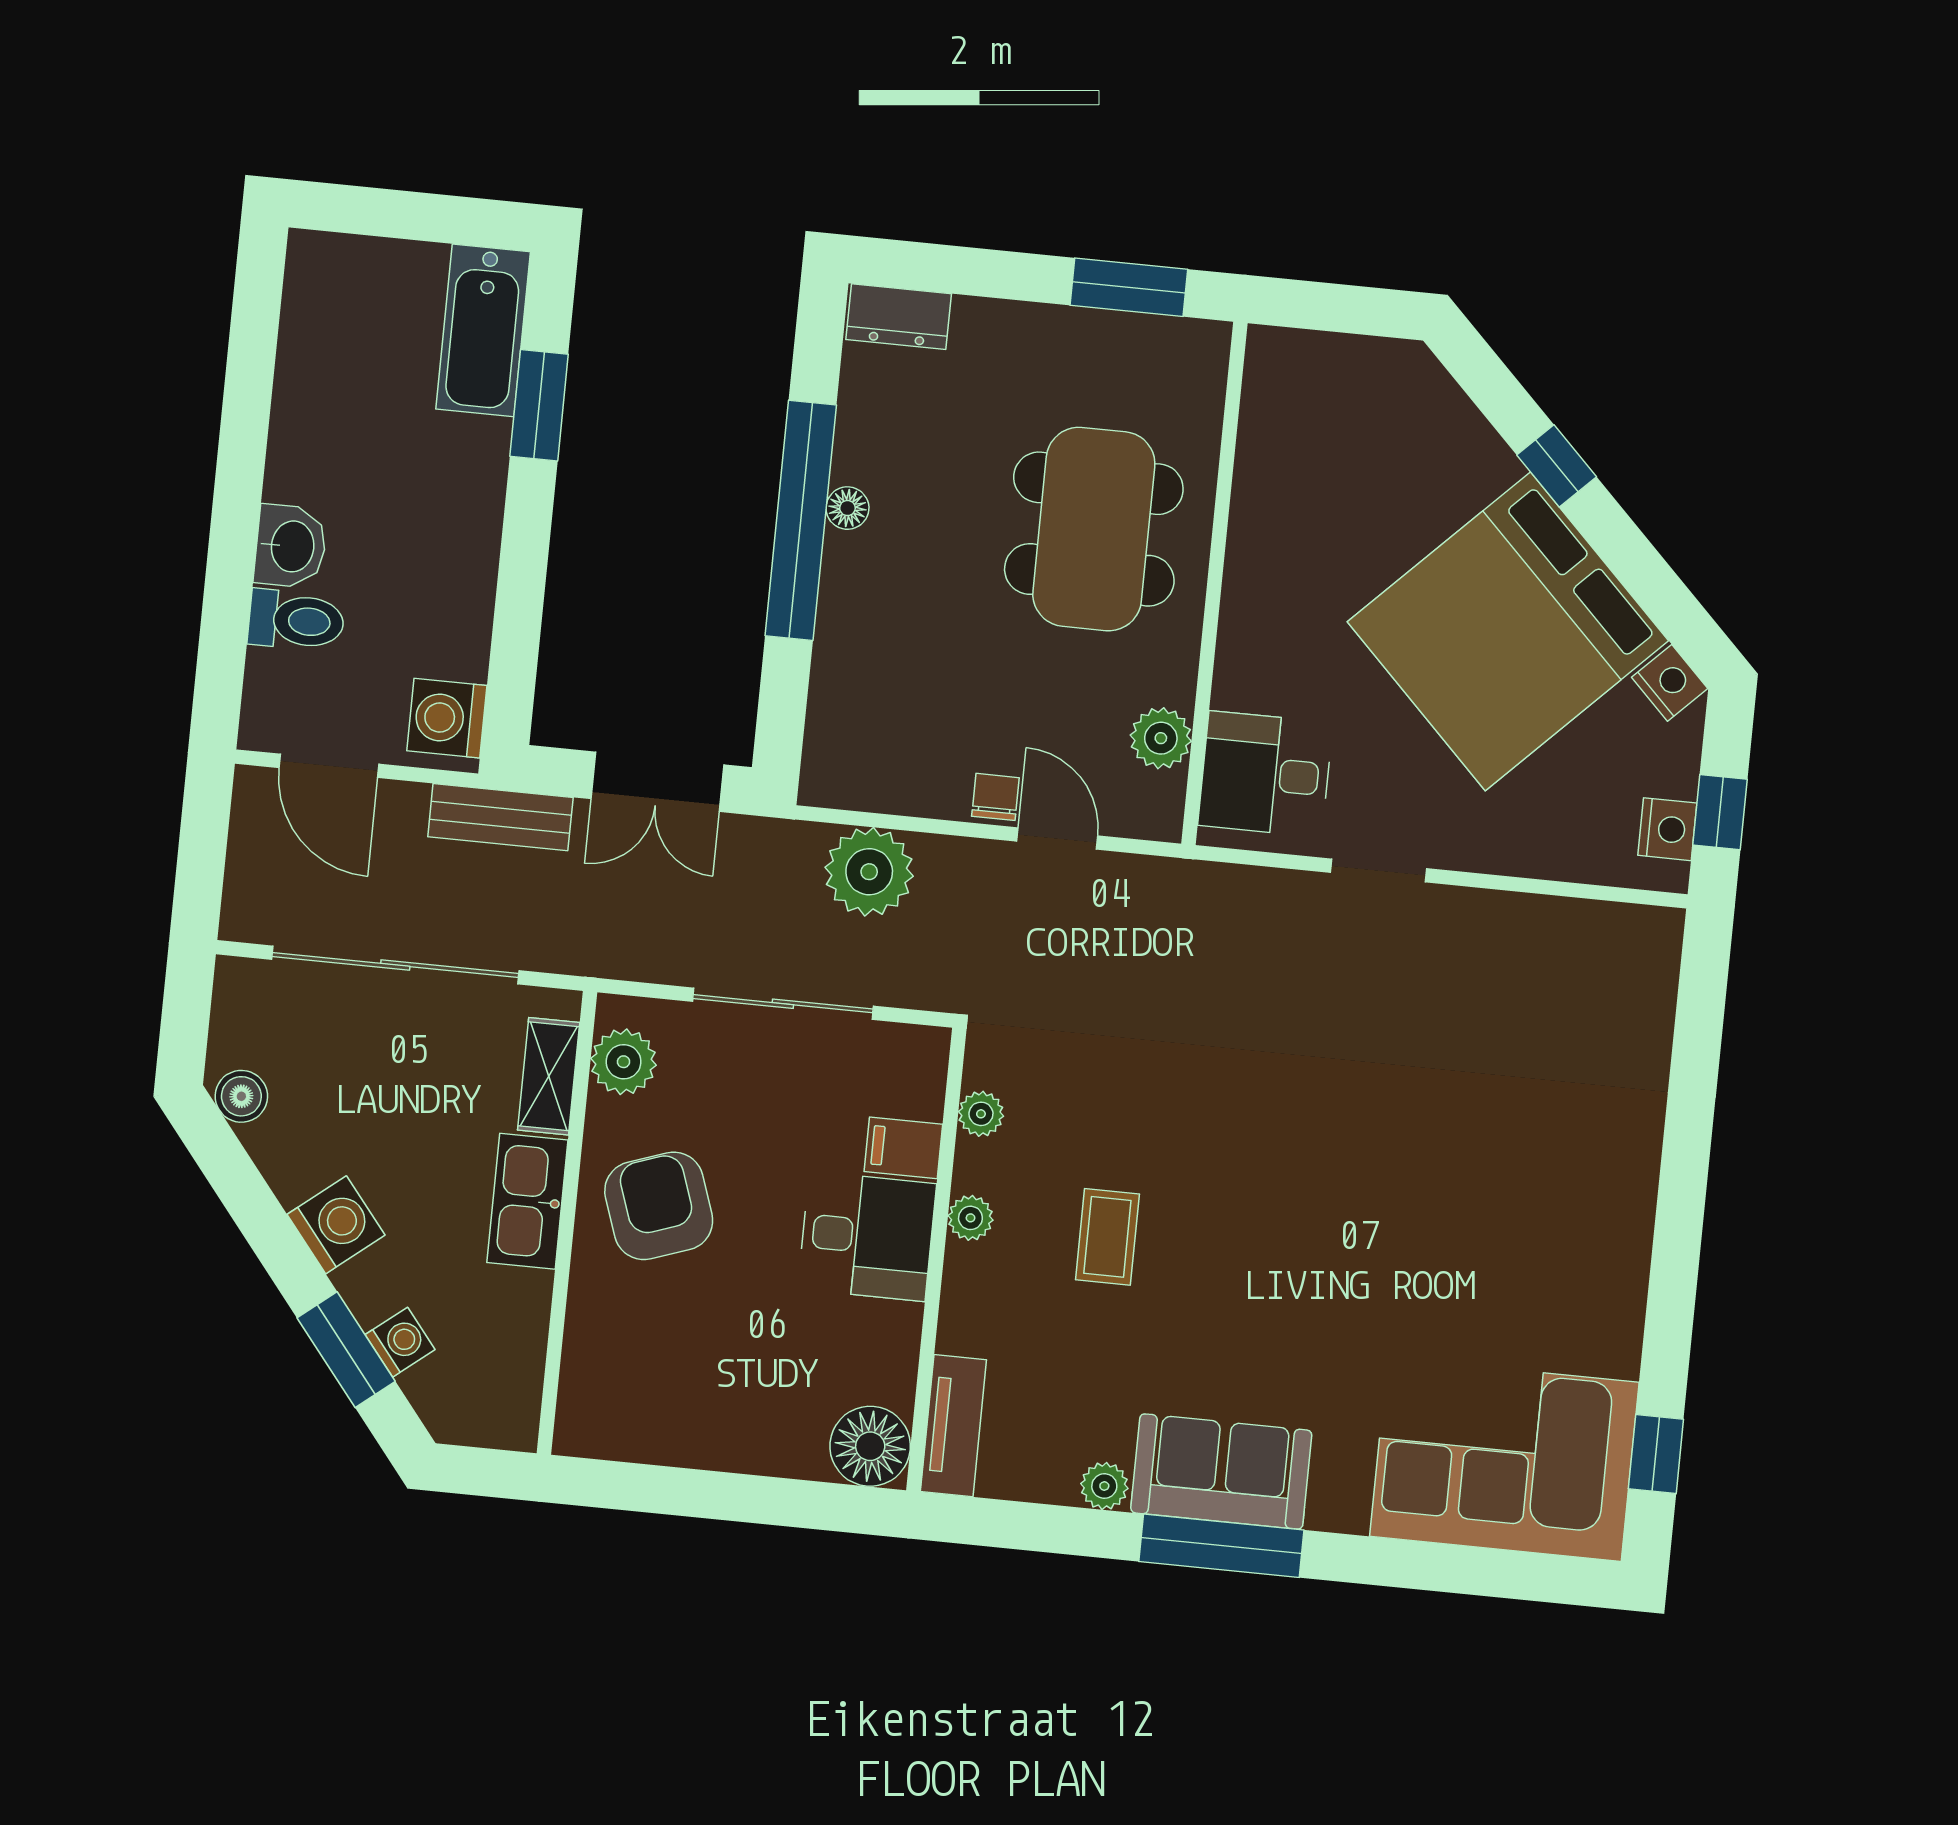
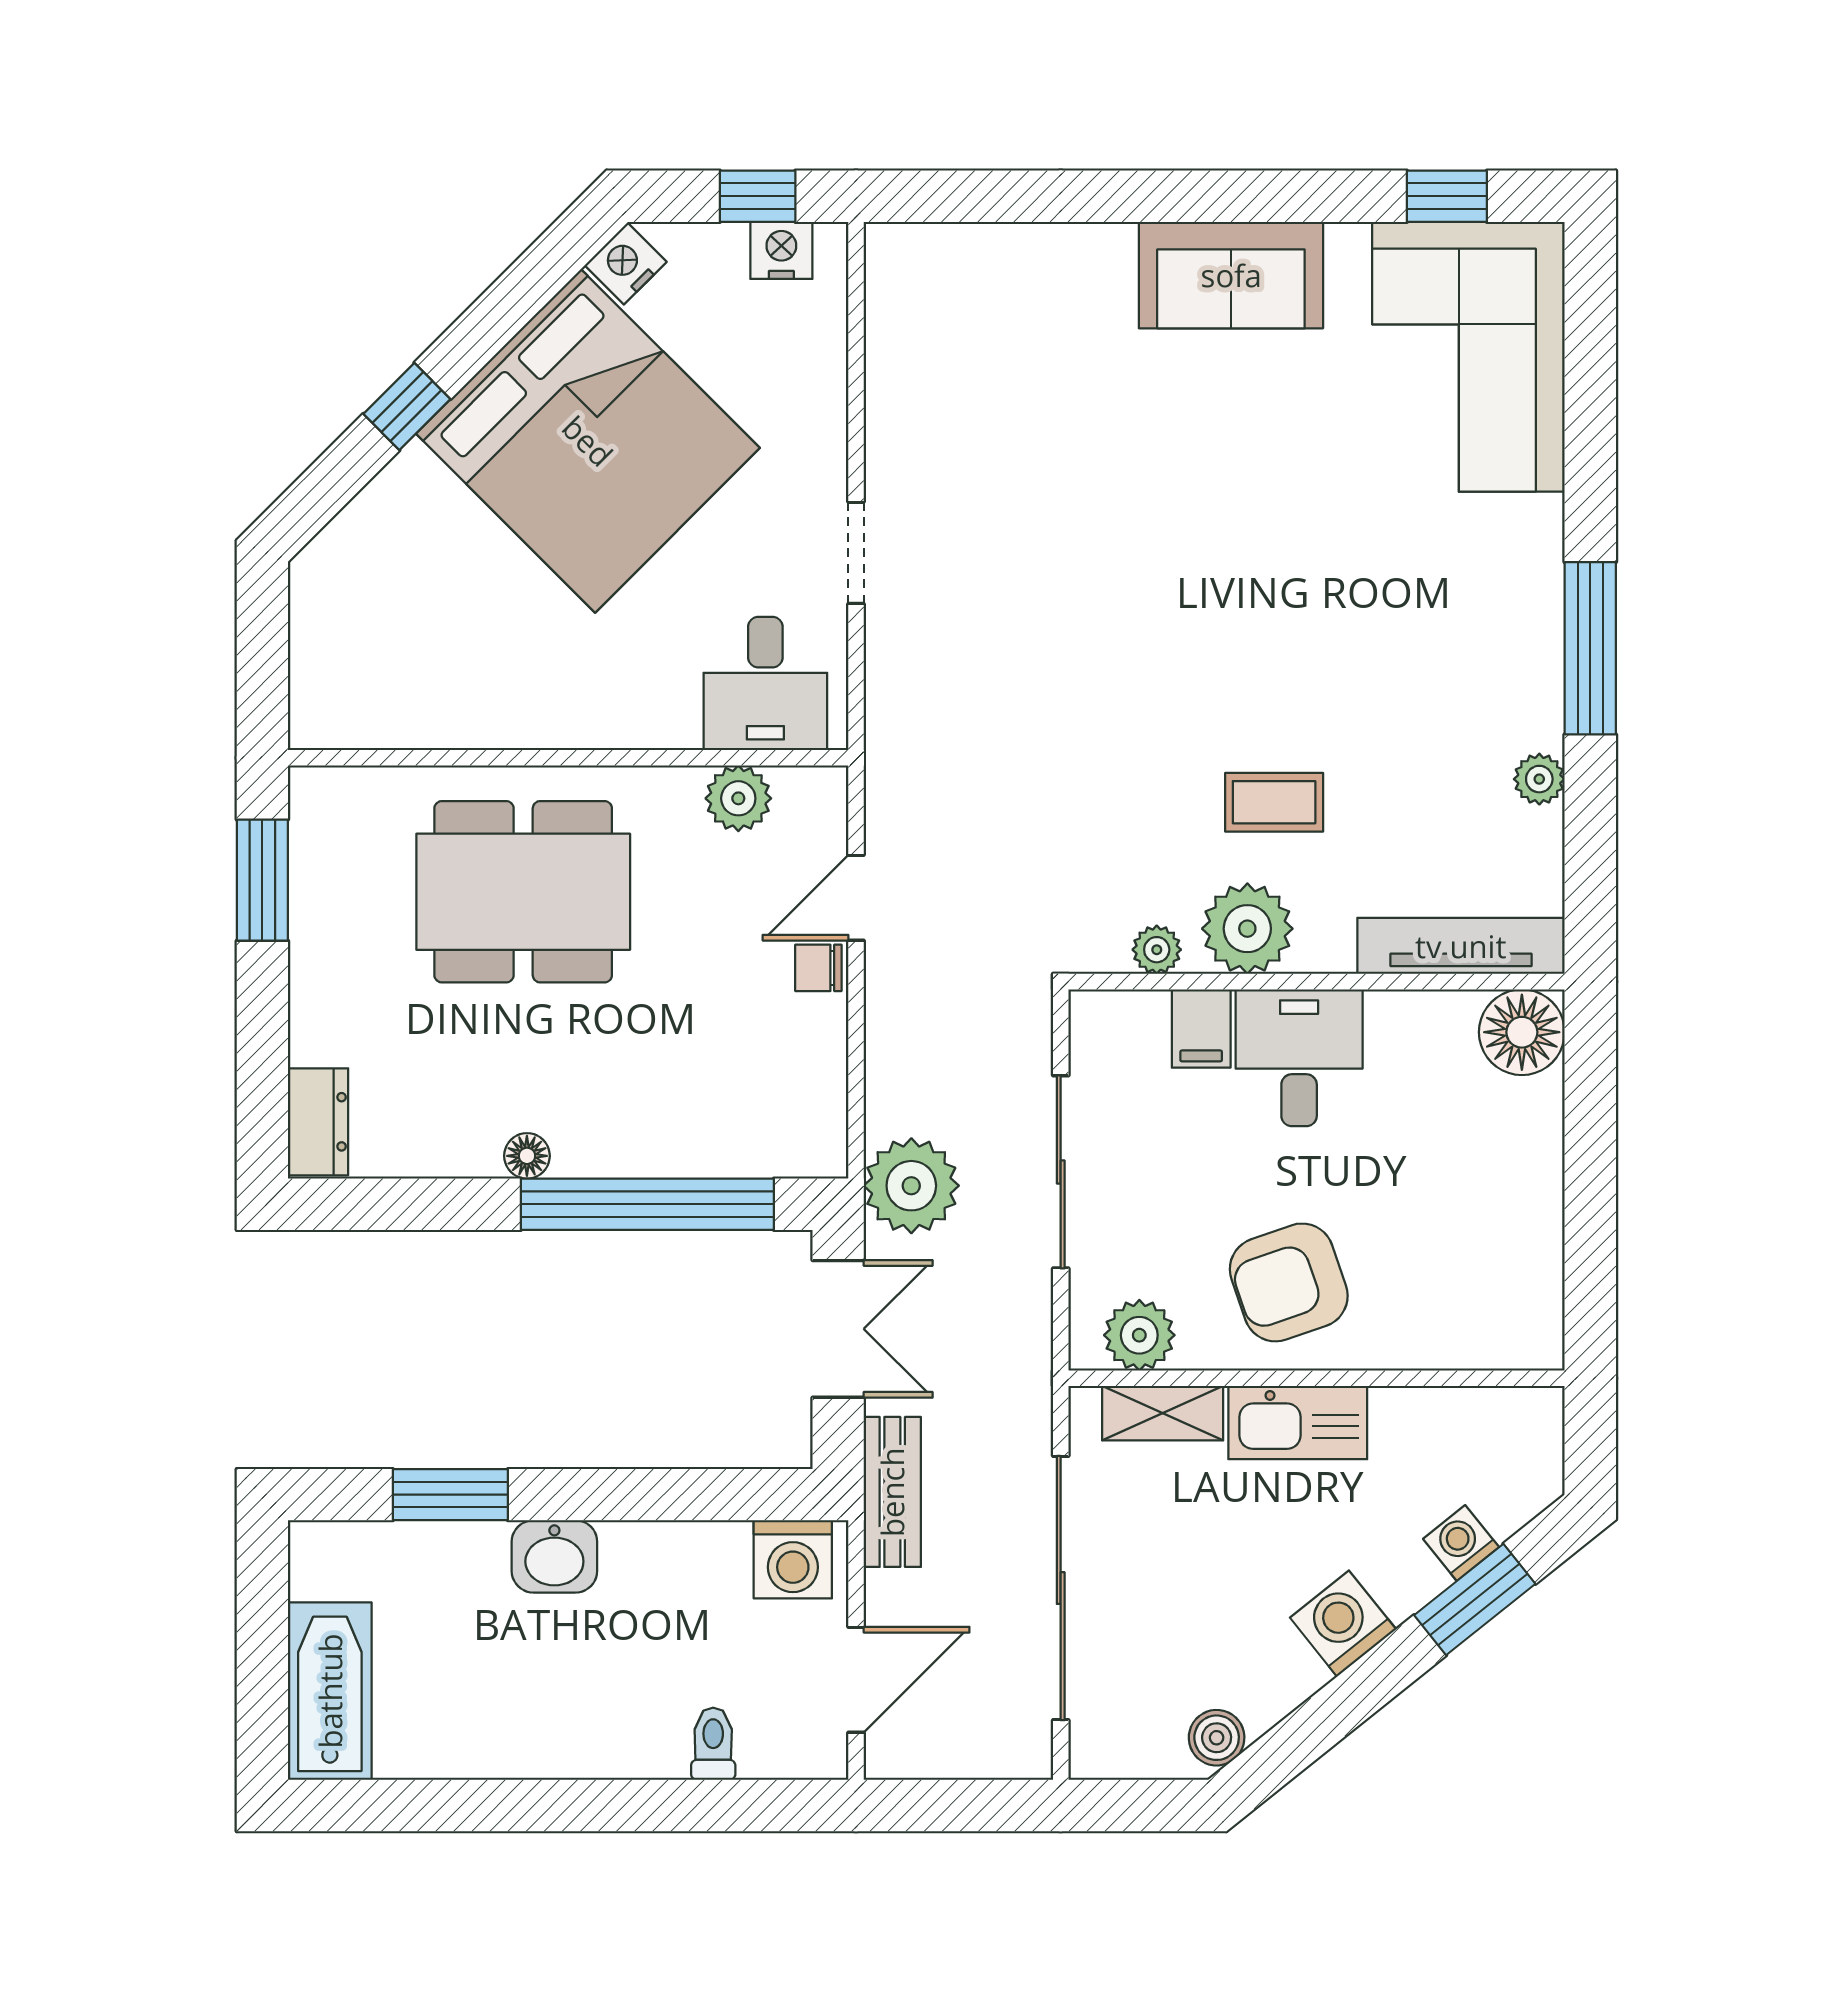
bathtub: (483, 330) -> (330, 1691), moved, turned -90
window: (801, 520) -> (647, 1204), moved
washbasin: (291, 546) -> (554, 1556), moved, turned 180
toilet: (296, 620) -> (713, 1744), width x0.73, depth x0.72
plant: (869, 872) -> (911, 1186), moved
plant: (970, 1218) -> (1247, 929), width x1.87, depth x1.87
tv unit: (953, 1426) -> (1461, 946), width x1.41
sofa: (1221, 1471) -> (1231, 275), moved, turned -90

